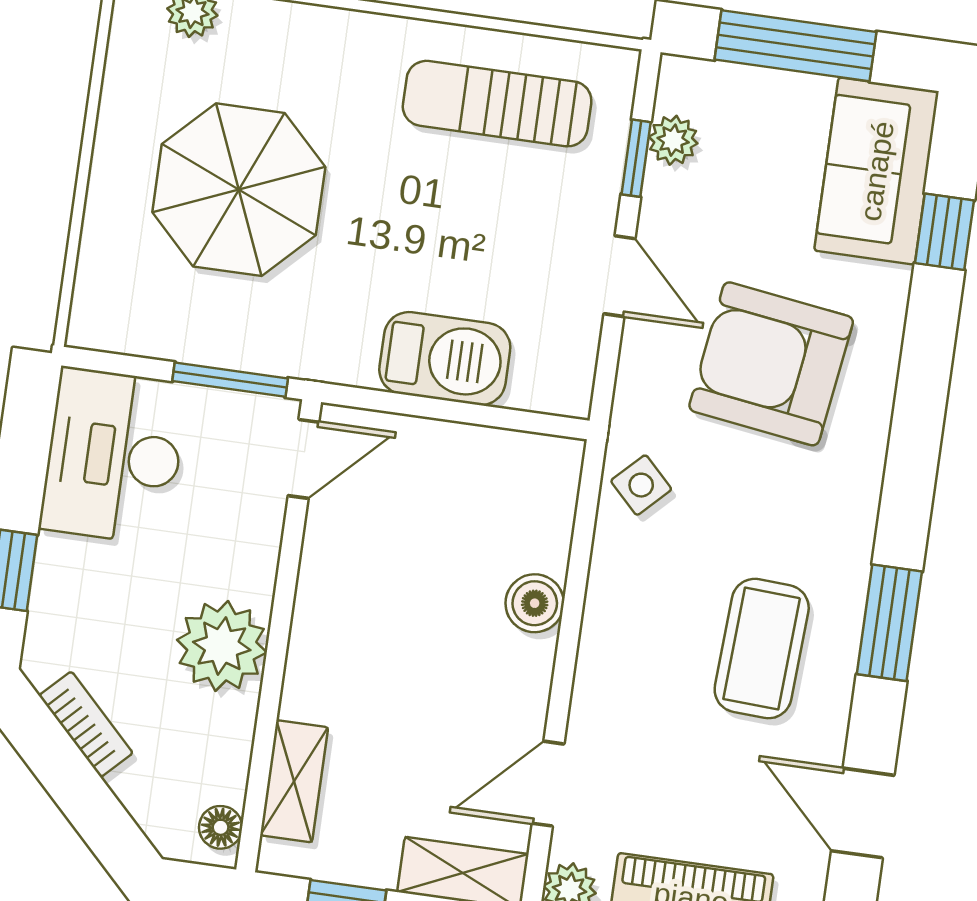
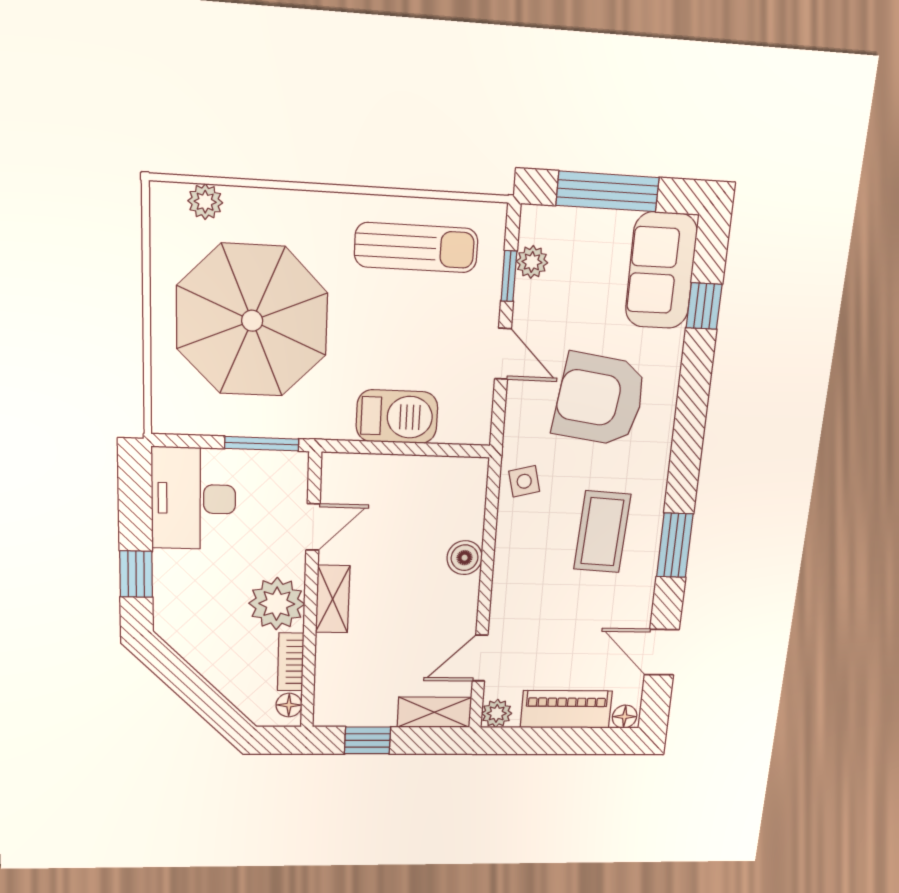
sun lounger: (497, 104) -> (416, 248), turned 180
parasol: (239, 190) -> (252, 321), width x1.36, depth x1.36
door: (303, 459) -> (313, 527), moved
side table: (641, 485) -> (524, 481), turned 31
coffee table: (762, 649) -> (602, 532), moved
bookcase: (86, 724) -> (291, 662), moved, turned -135
shelving: (294, 781) -> (333, 599), moved

